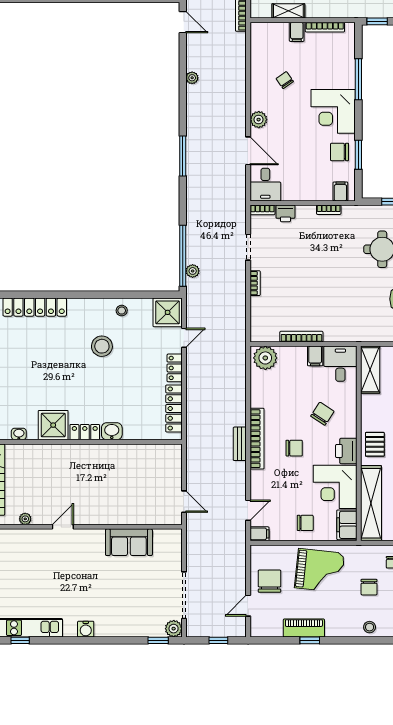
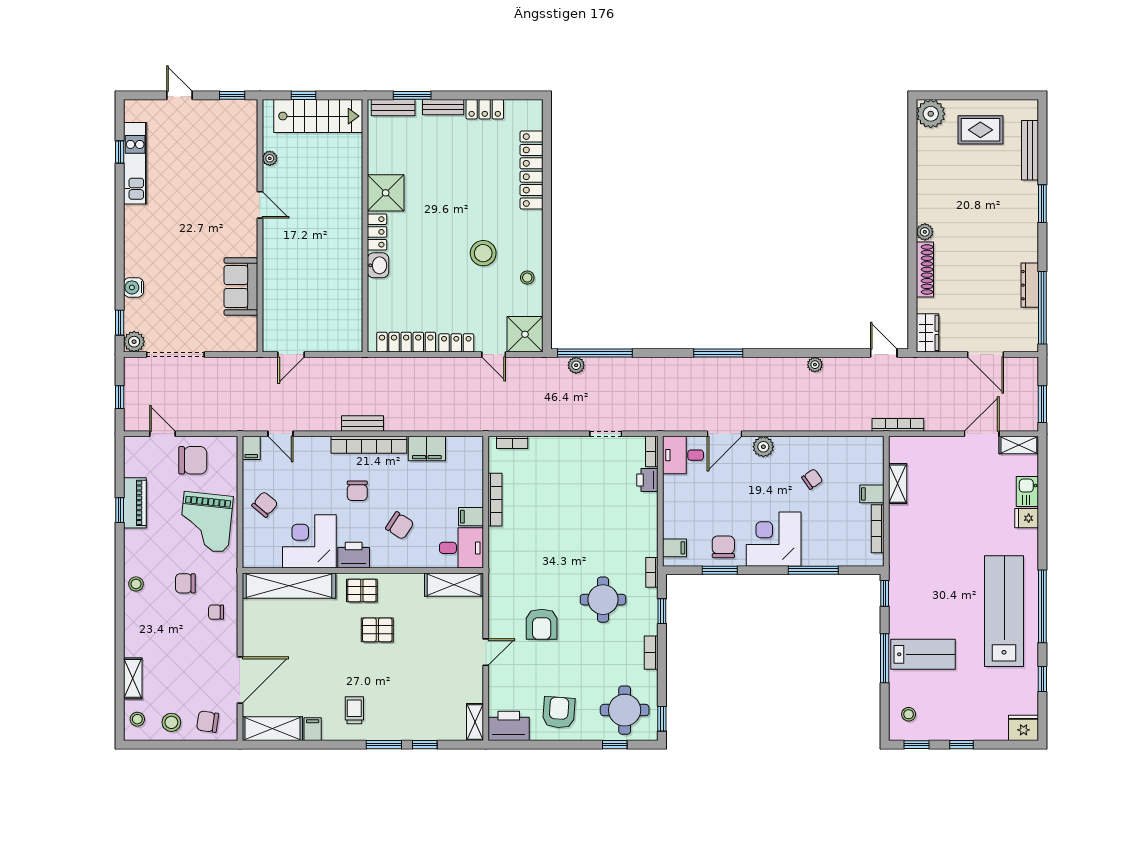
door: (183, 22) -> (884, 353), swing flipped
bookcase: (329, 210) -> (652, 572), moved
bookcase: (255, 283) -> (512, 442), moved
plant: (265, 358) -> (469, 455), removed
washbasin: (19, 434) -> (375, 150), removed
chair: (305, 523) -> (265, 504), turned -140
filing cabinet: (347, 525) -> (427, 449), moved, turned 180
water cooler: (86, 629) -> (133, 287), moved

